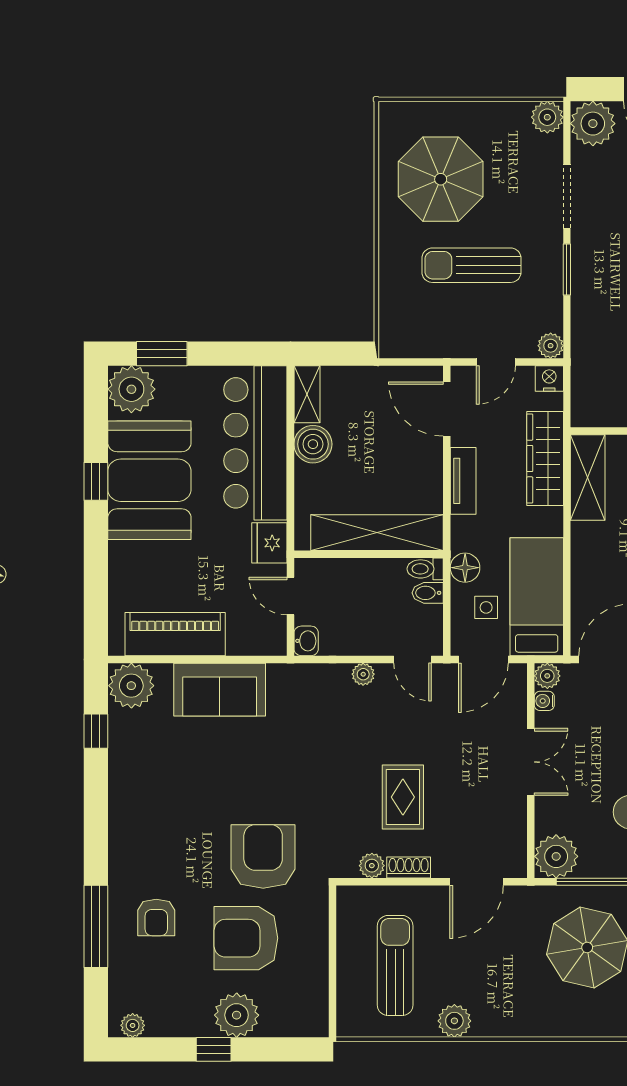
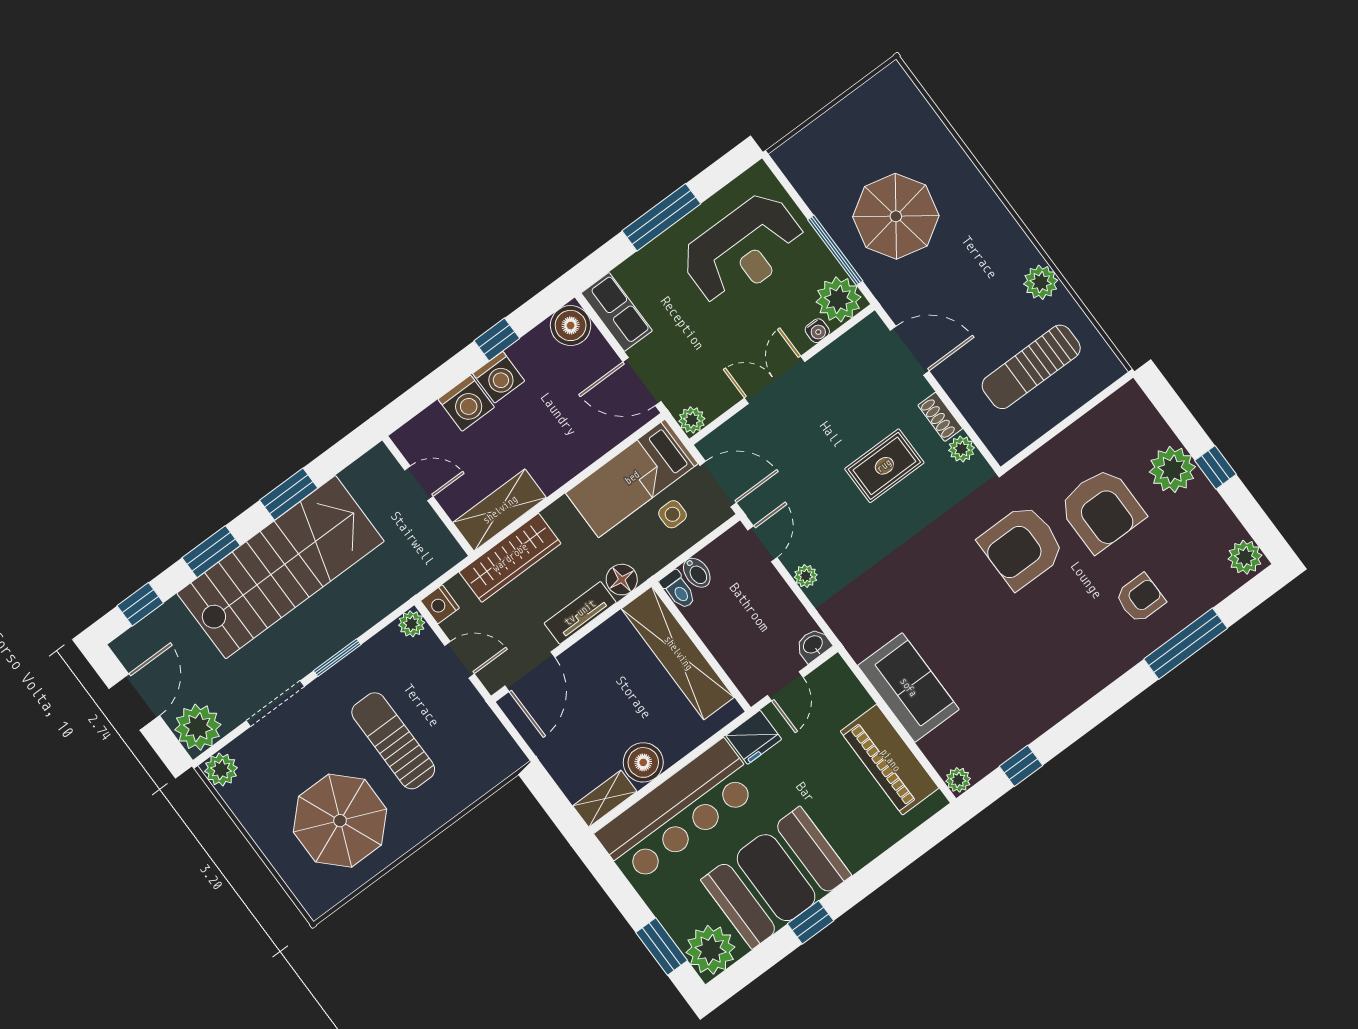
sun lounger: (471, 265) -> (393, 741), turned 180
floor lamp: (465, 568) -> (622, 580), moved
plant: (131, 686) -> (958, 780), width x0.53, depth x0.53
water cooler: (544, 701) -> (817, 331), moved
plant: (133, 1025) -> (1245, 557), width x1.38, depth x1.38

